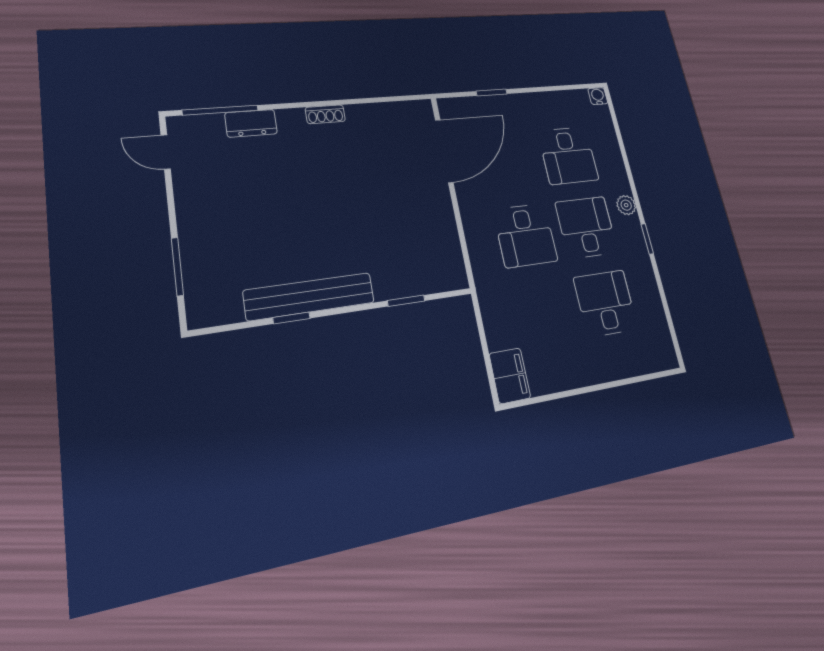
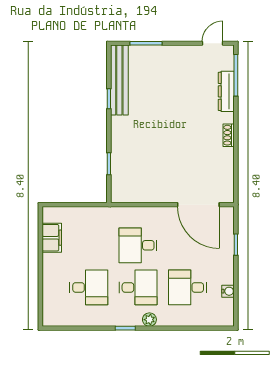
water cooler: (598, 96) -> (228, 291), moved
dresser: (251, 123) -> (226, 91), width x1.44
bench: (310, 296) -> (119, 80), moved
filing cabinet: (510, 376) -> (52, 238), moved, turned -90

